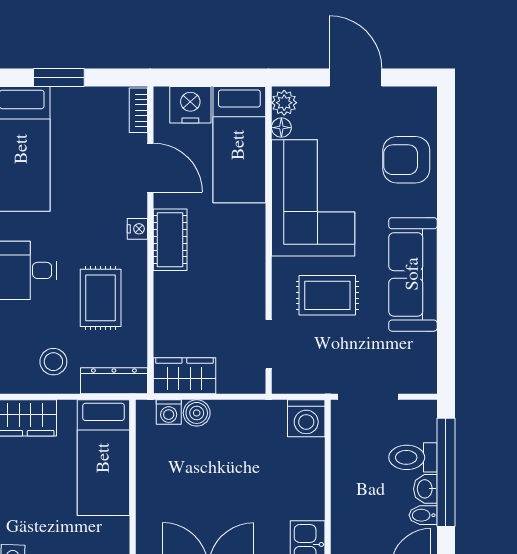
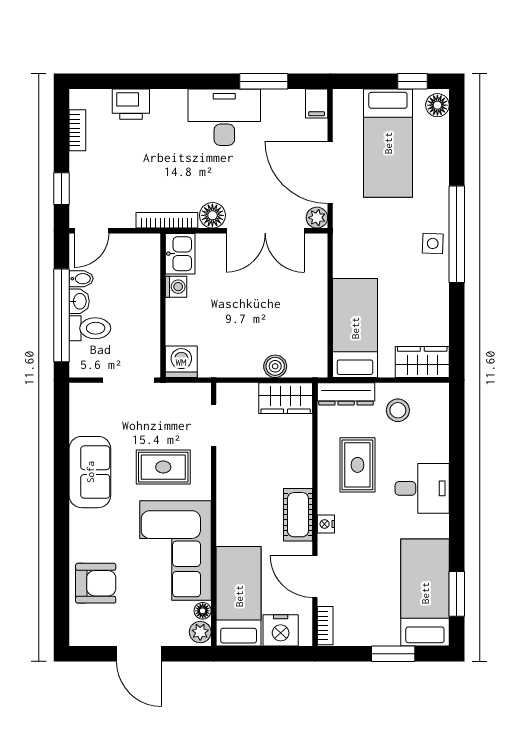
sofa: (413, 274) -> (90, 472), width x0.73
washing machine: (169, 412) -> (176, 287), moved, turned 90

